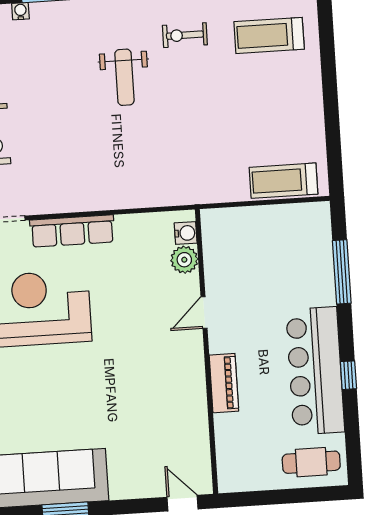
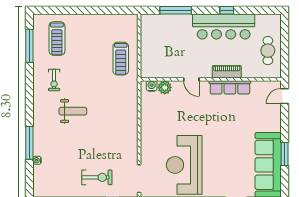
treadmill: (284, 181) -> (121, 59), moved
row of seats: (72, 231) -> (230, 87), moved, turned 90
cafe table: (311, 462) -> (268, 51), moved

